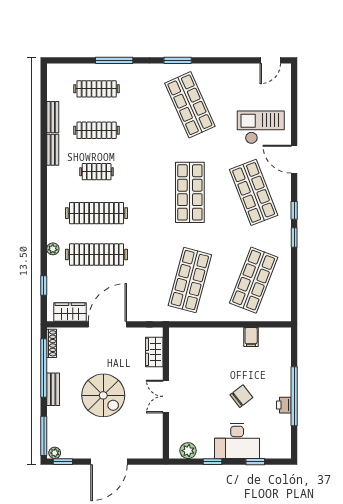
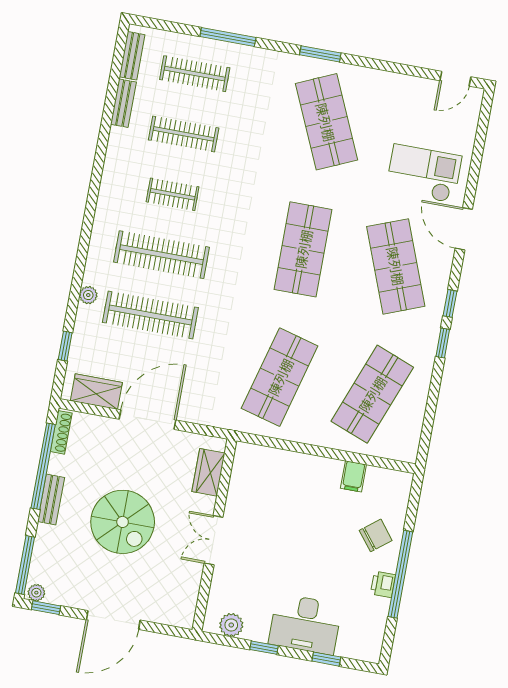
bench: (53, 150) -> (132, 56), moved
chair: (241, 396) -> (376, 535), moved

